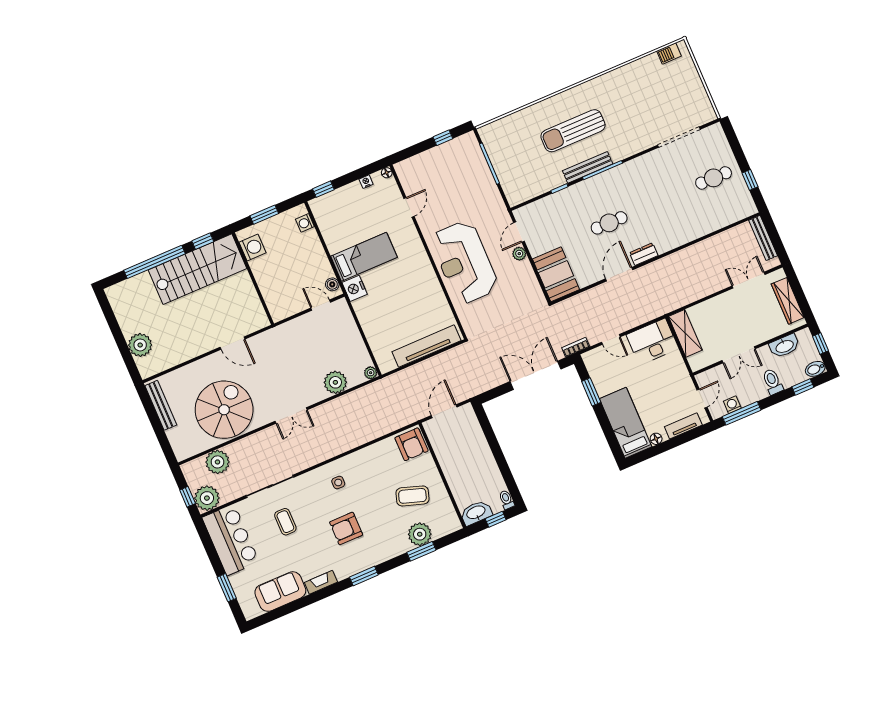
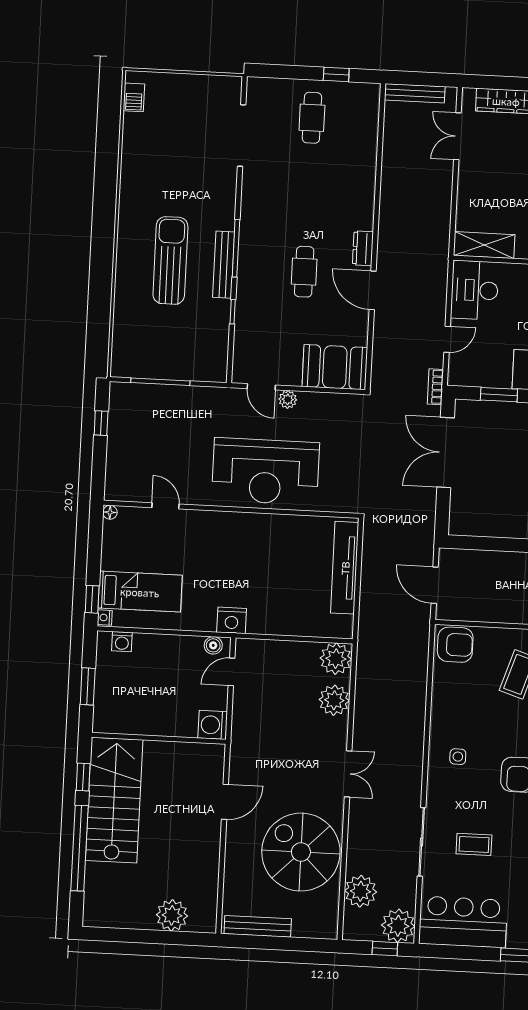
sun lounger: (573, 131) -> (170, 260), turned 180
nightstand: (366, 182) -> (105, 618), moved
washing machine: (253, 247) -> (213, 725), moved, turned -90
bed: (364, 257) -> (140, 592), moved, turned 90
plant: (371, 373) -> (336, 659), width x1.87, depth x1.87

